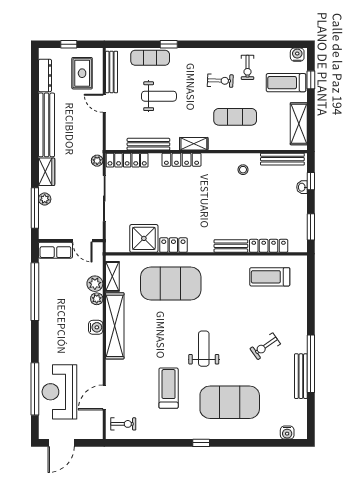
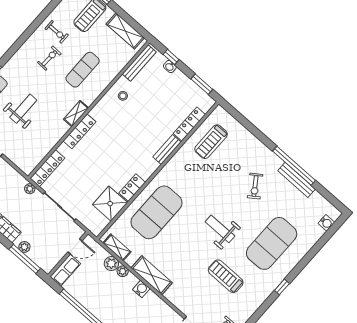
bench: (148, 144) -> (49, 144), removed
shelving: (115, 326) -> (152, 275), width x0.68

